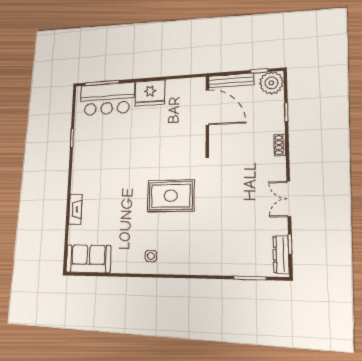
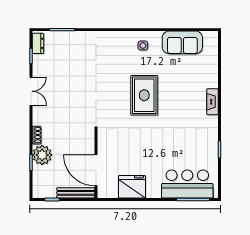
plant: (271, 83) -> (42, 155), moved
fridge: (150, 93) -> (132, 187), moved
rug: (171, 196) -> (144, 95), moved, turned 90
fireplace: (75, 209) -> (213, 102), moved
dresser: (281, 255) -> (38, 43), width x0.70
sofa: (88, 259) -> (182, 42), moved

